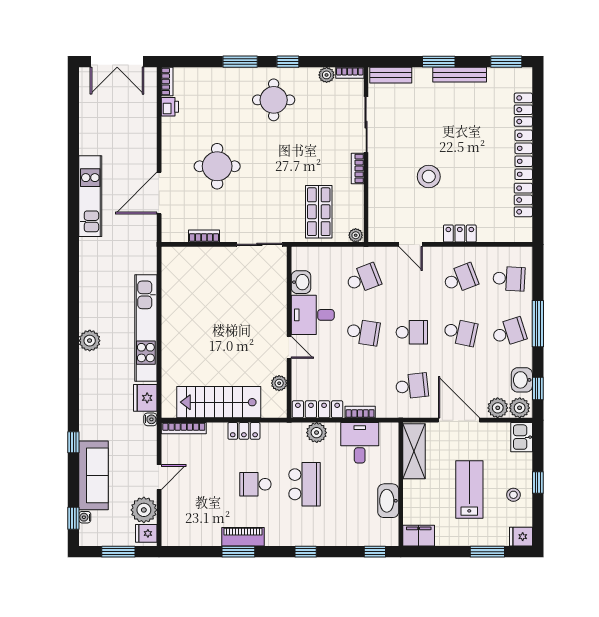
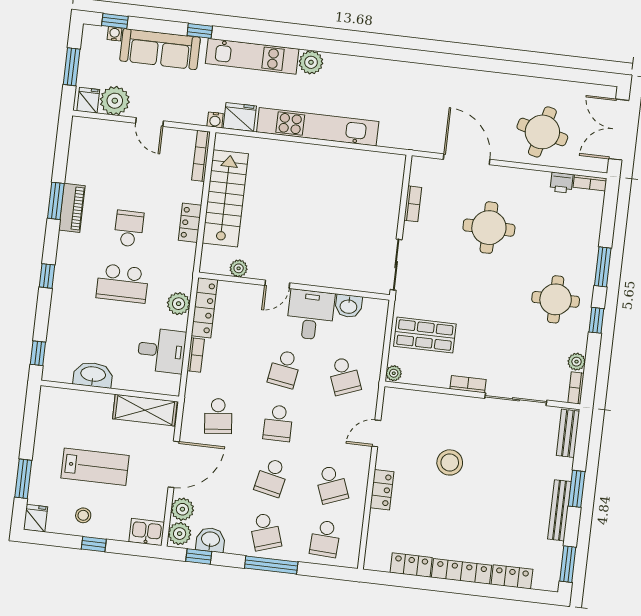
round table: (127, 129) -> (542, 132), added
kitchen unit: (90, 196) -> (252, 56), moved
filing cabinet: (419, 536) -> (50, 404), removed

